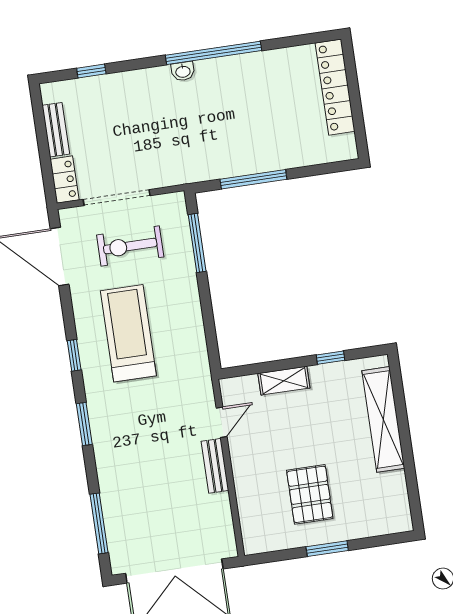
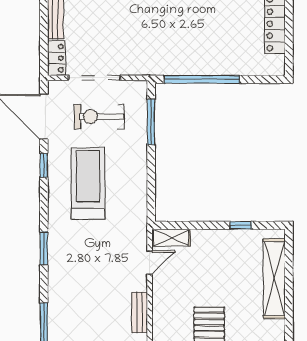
window: (253, 179) -> (202, 79), width x1.46
window: (74, 355) -> (44, 165), moved
shelving: (284, 381) -> (171, 238), moved
bench: (215, 466) -> (140, 312), moved

